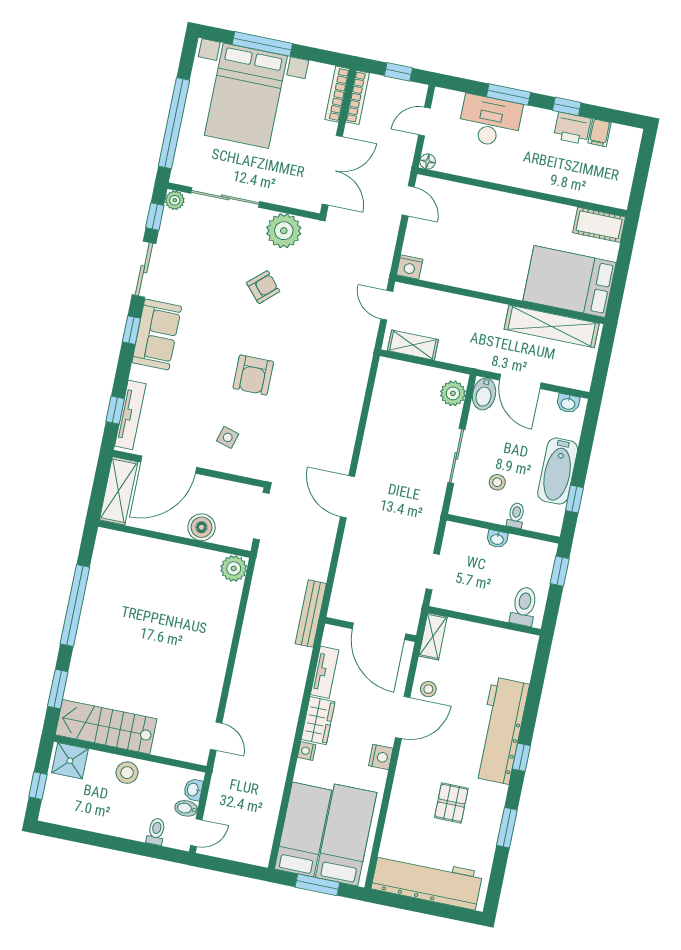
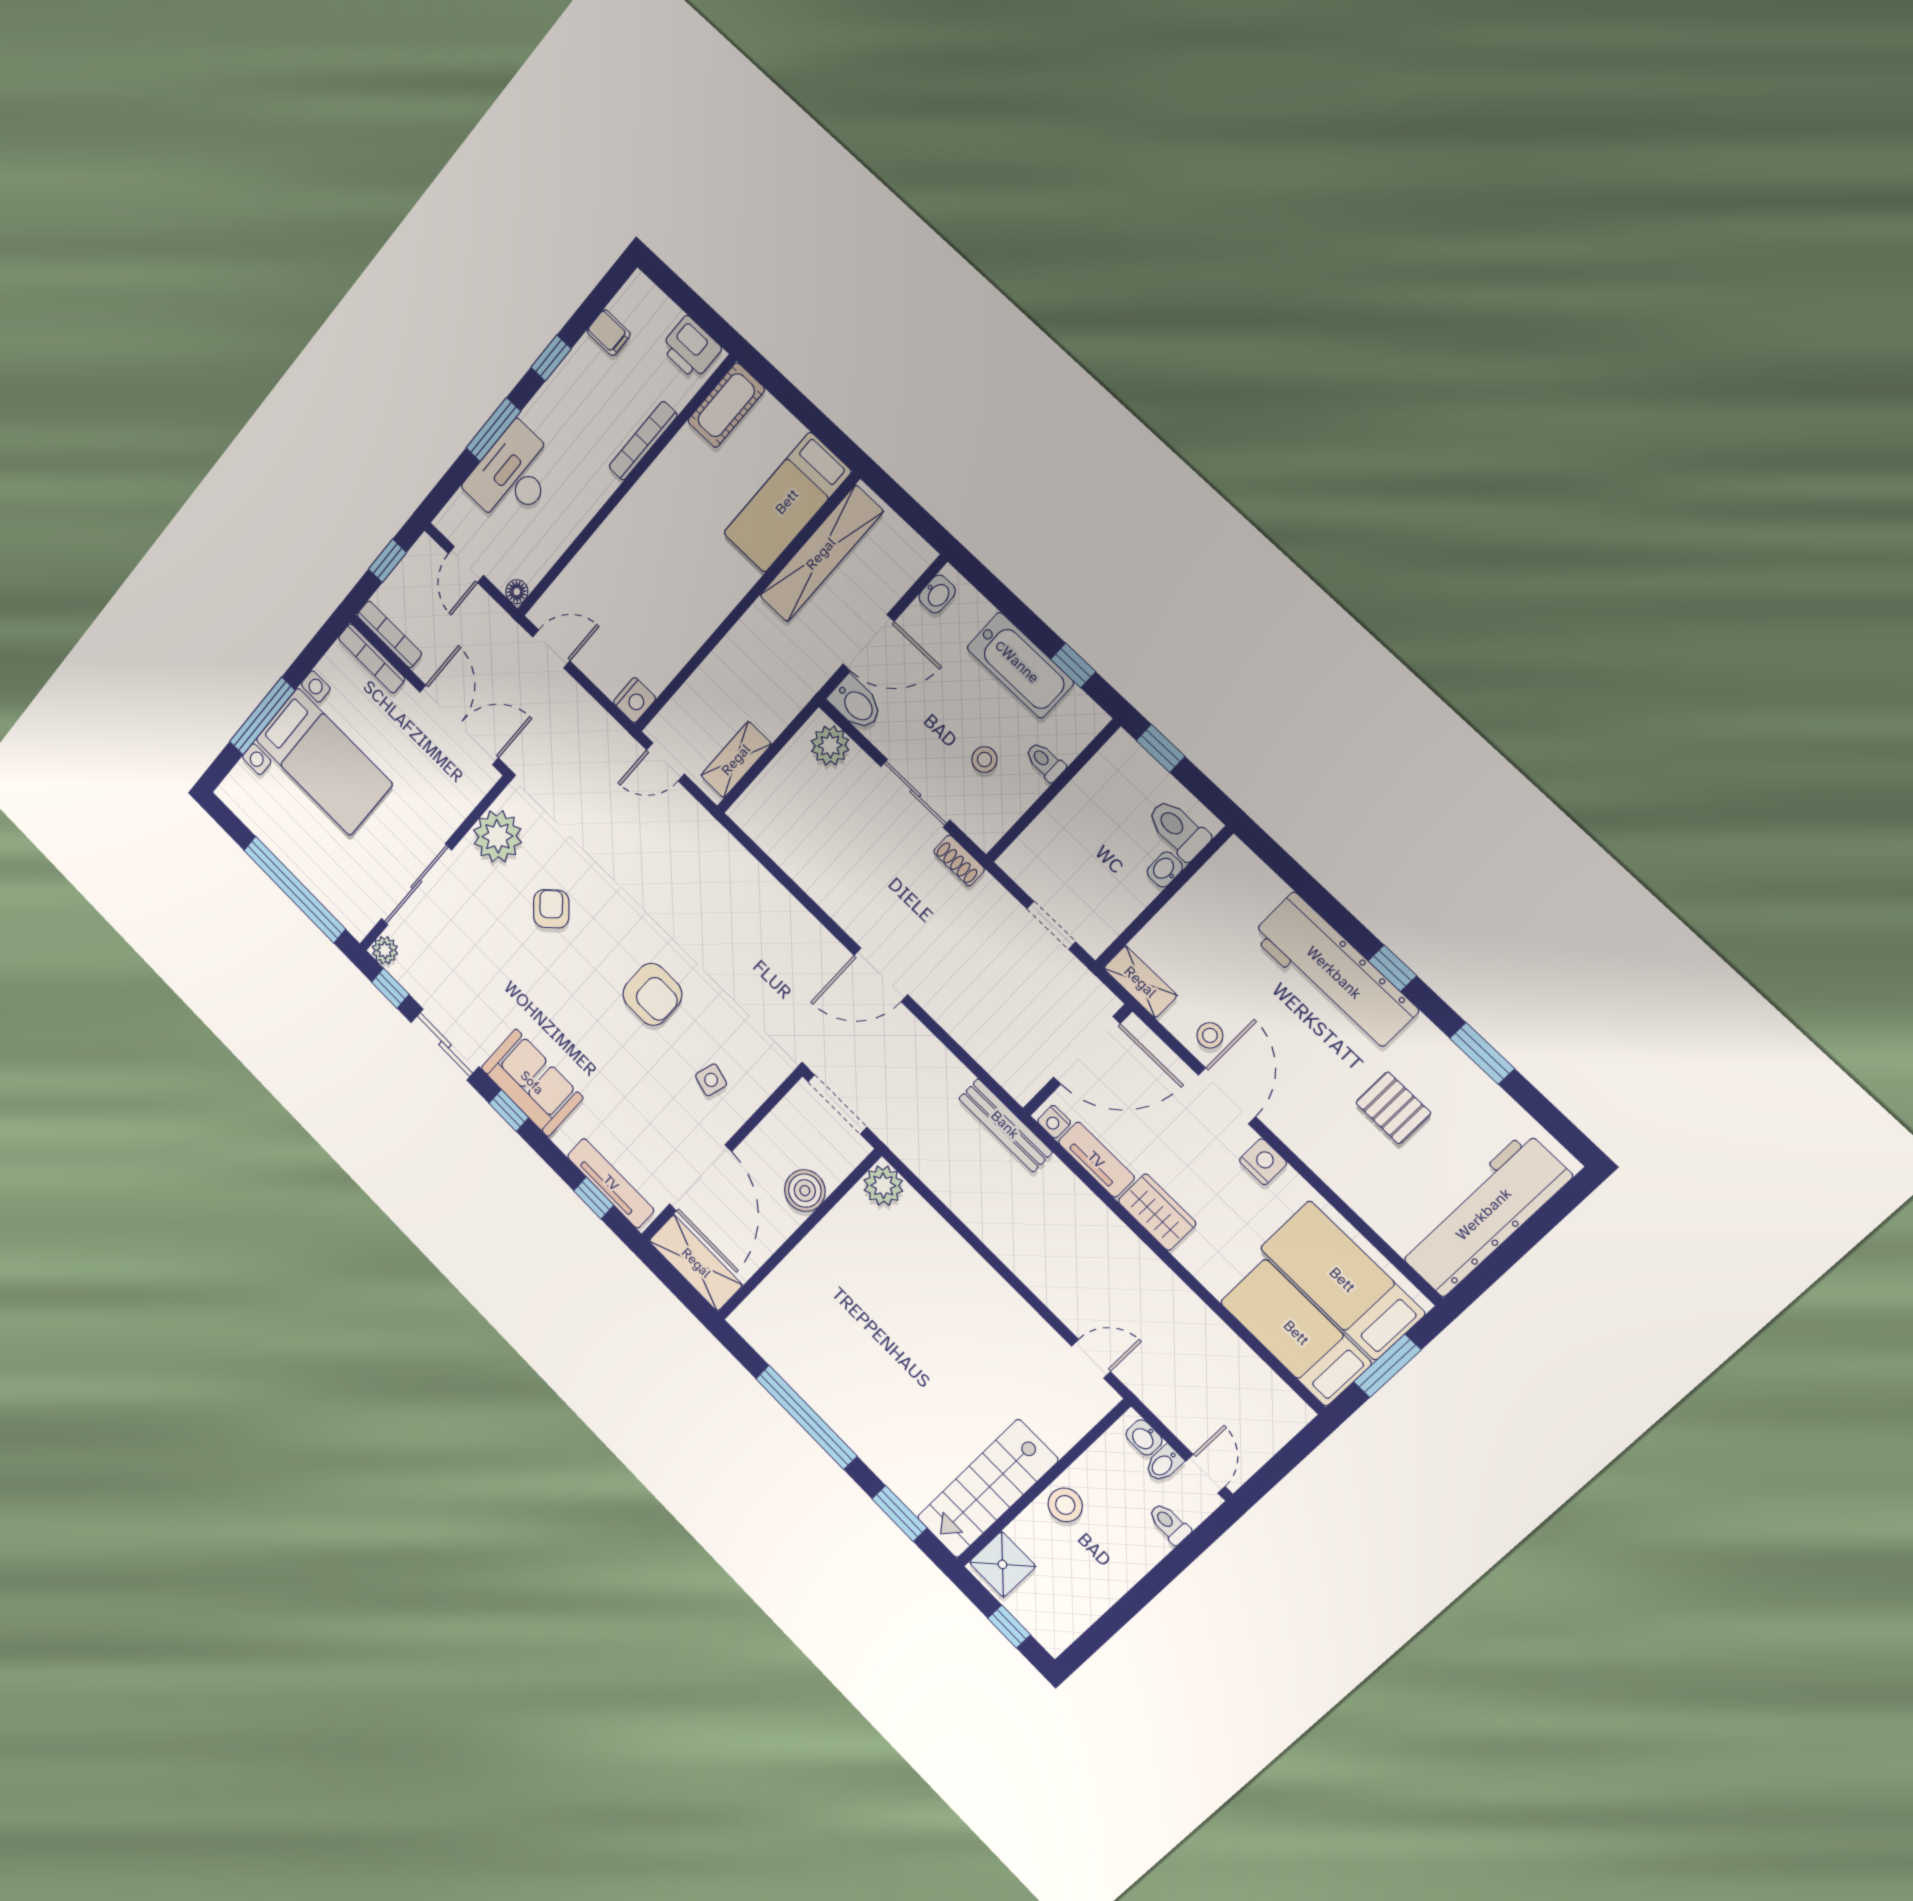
bed with nightstands: (246, 96) -> (324, 762), width x0.73
printer: (572, 128) -> (691, 348), moved, turned 90
bookcase: (553, 188) -> (643, 441), added
bed: (569, 282) -> (787, 502), width x0.67
shoe rack: (436, 501) -> (959, 860), added
washbasin: (497, 539) -> (1165, 869), moved, turned 180
nightstand: (307, 751) -> (1054, 1122), moved

